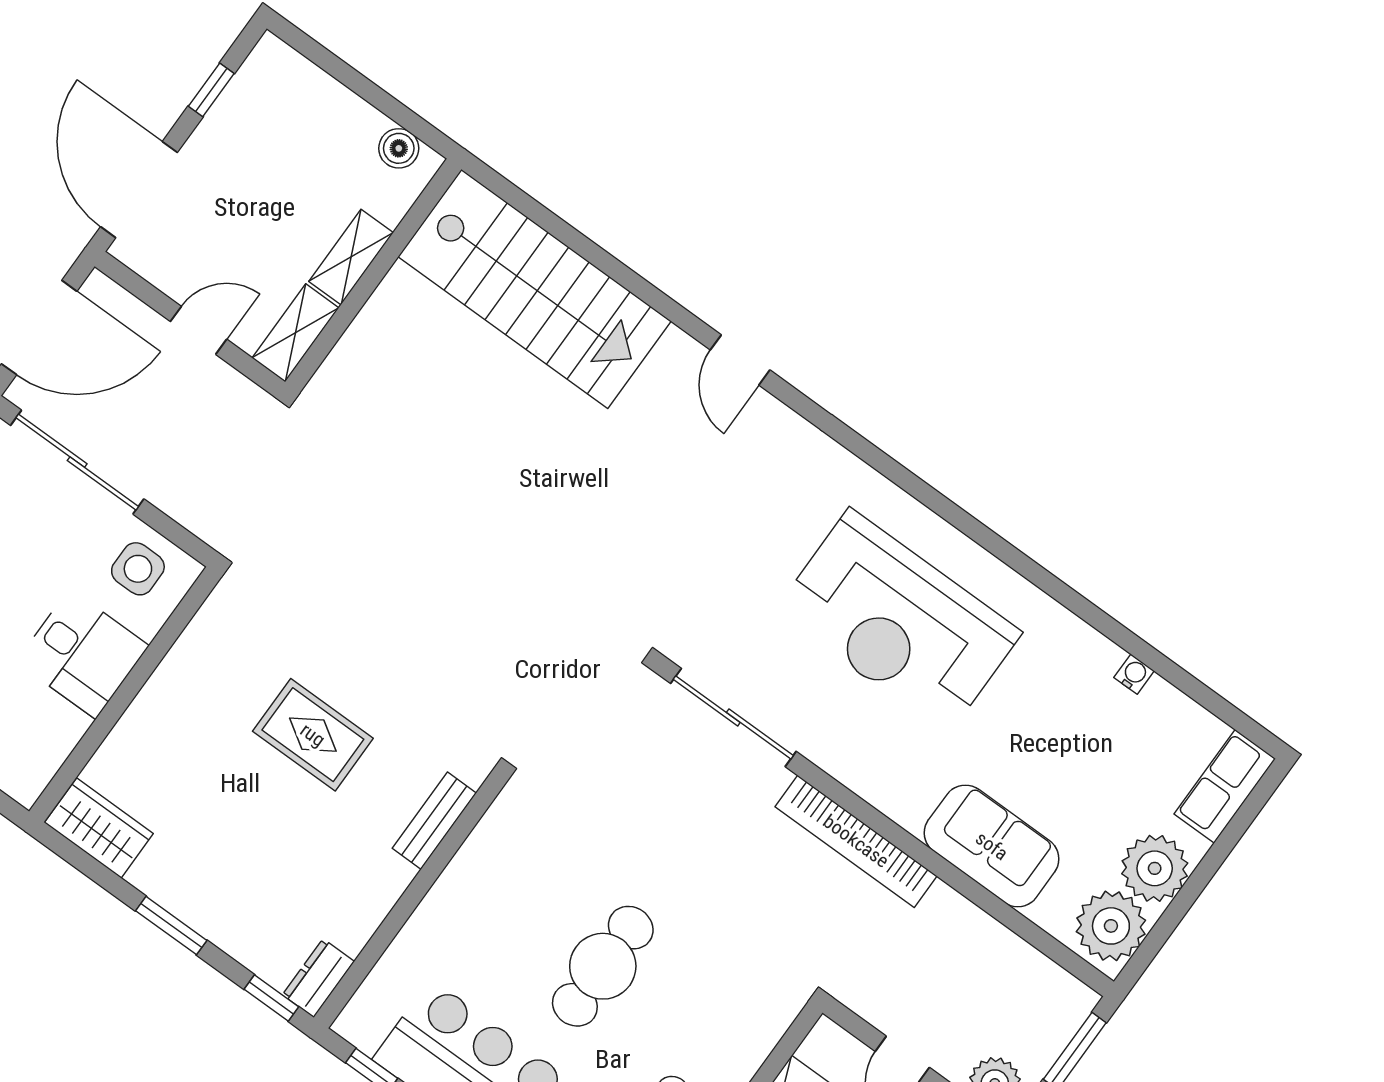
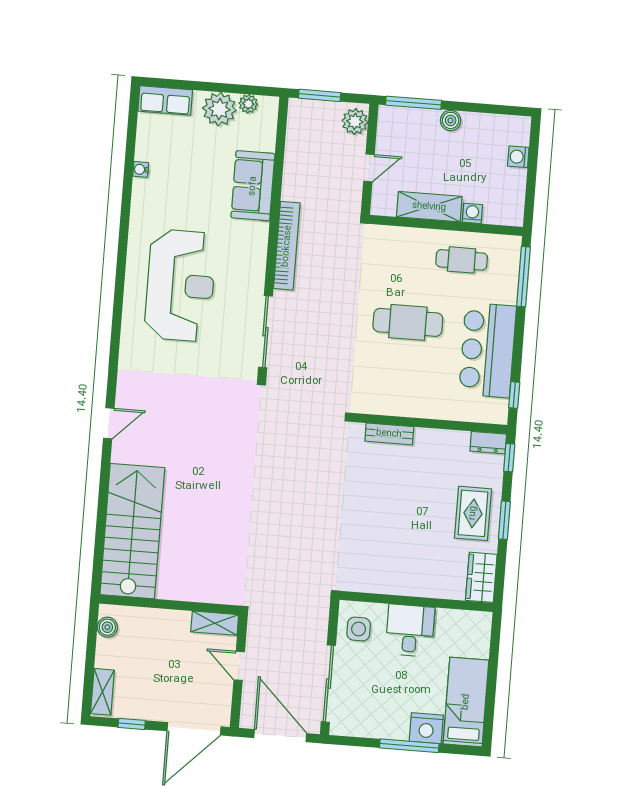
shelving: (351, 257) -> (102, 692), moved, turned 90
rug: (313, 735) -> (473, 513), moved
plant: (1111, 926) -> (248, 104), width x0.53, depth x0.53

